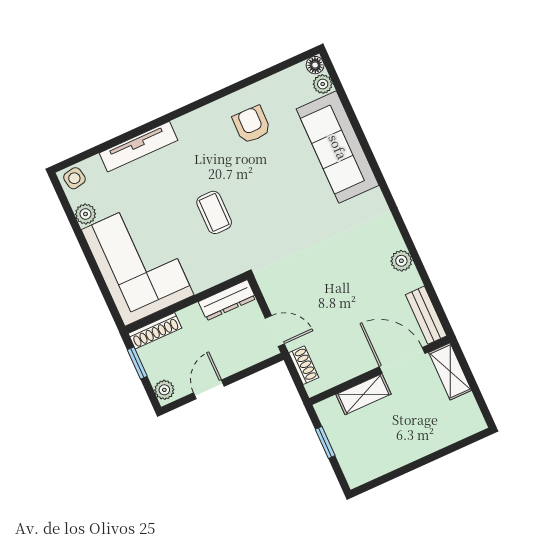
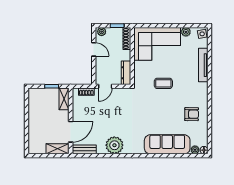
plant: (401, 261) -> (114, 145), width x1.88, depth x1.88
shelving: (363, 394) -> (64, 99), moved

